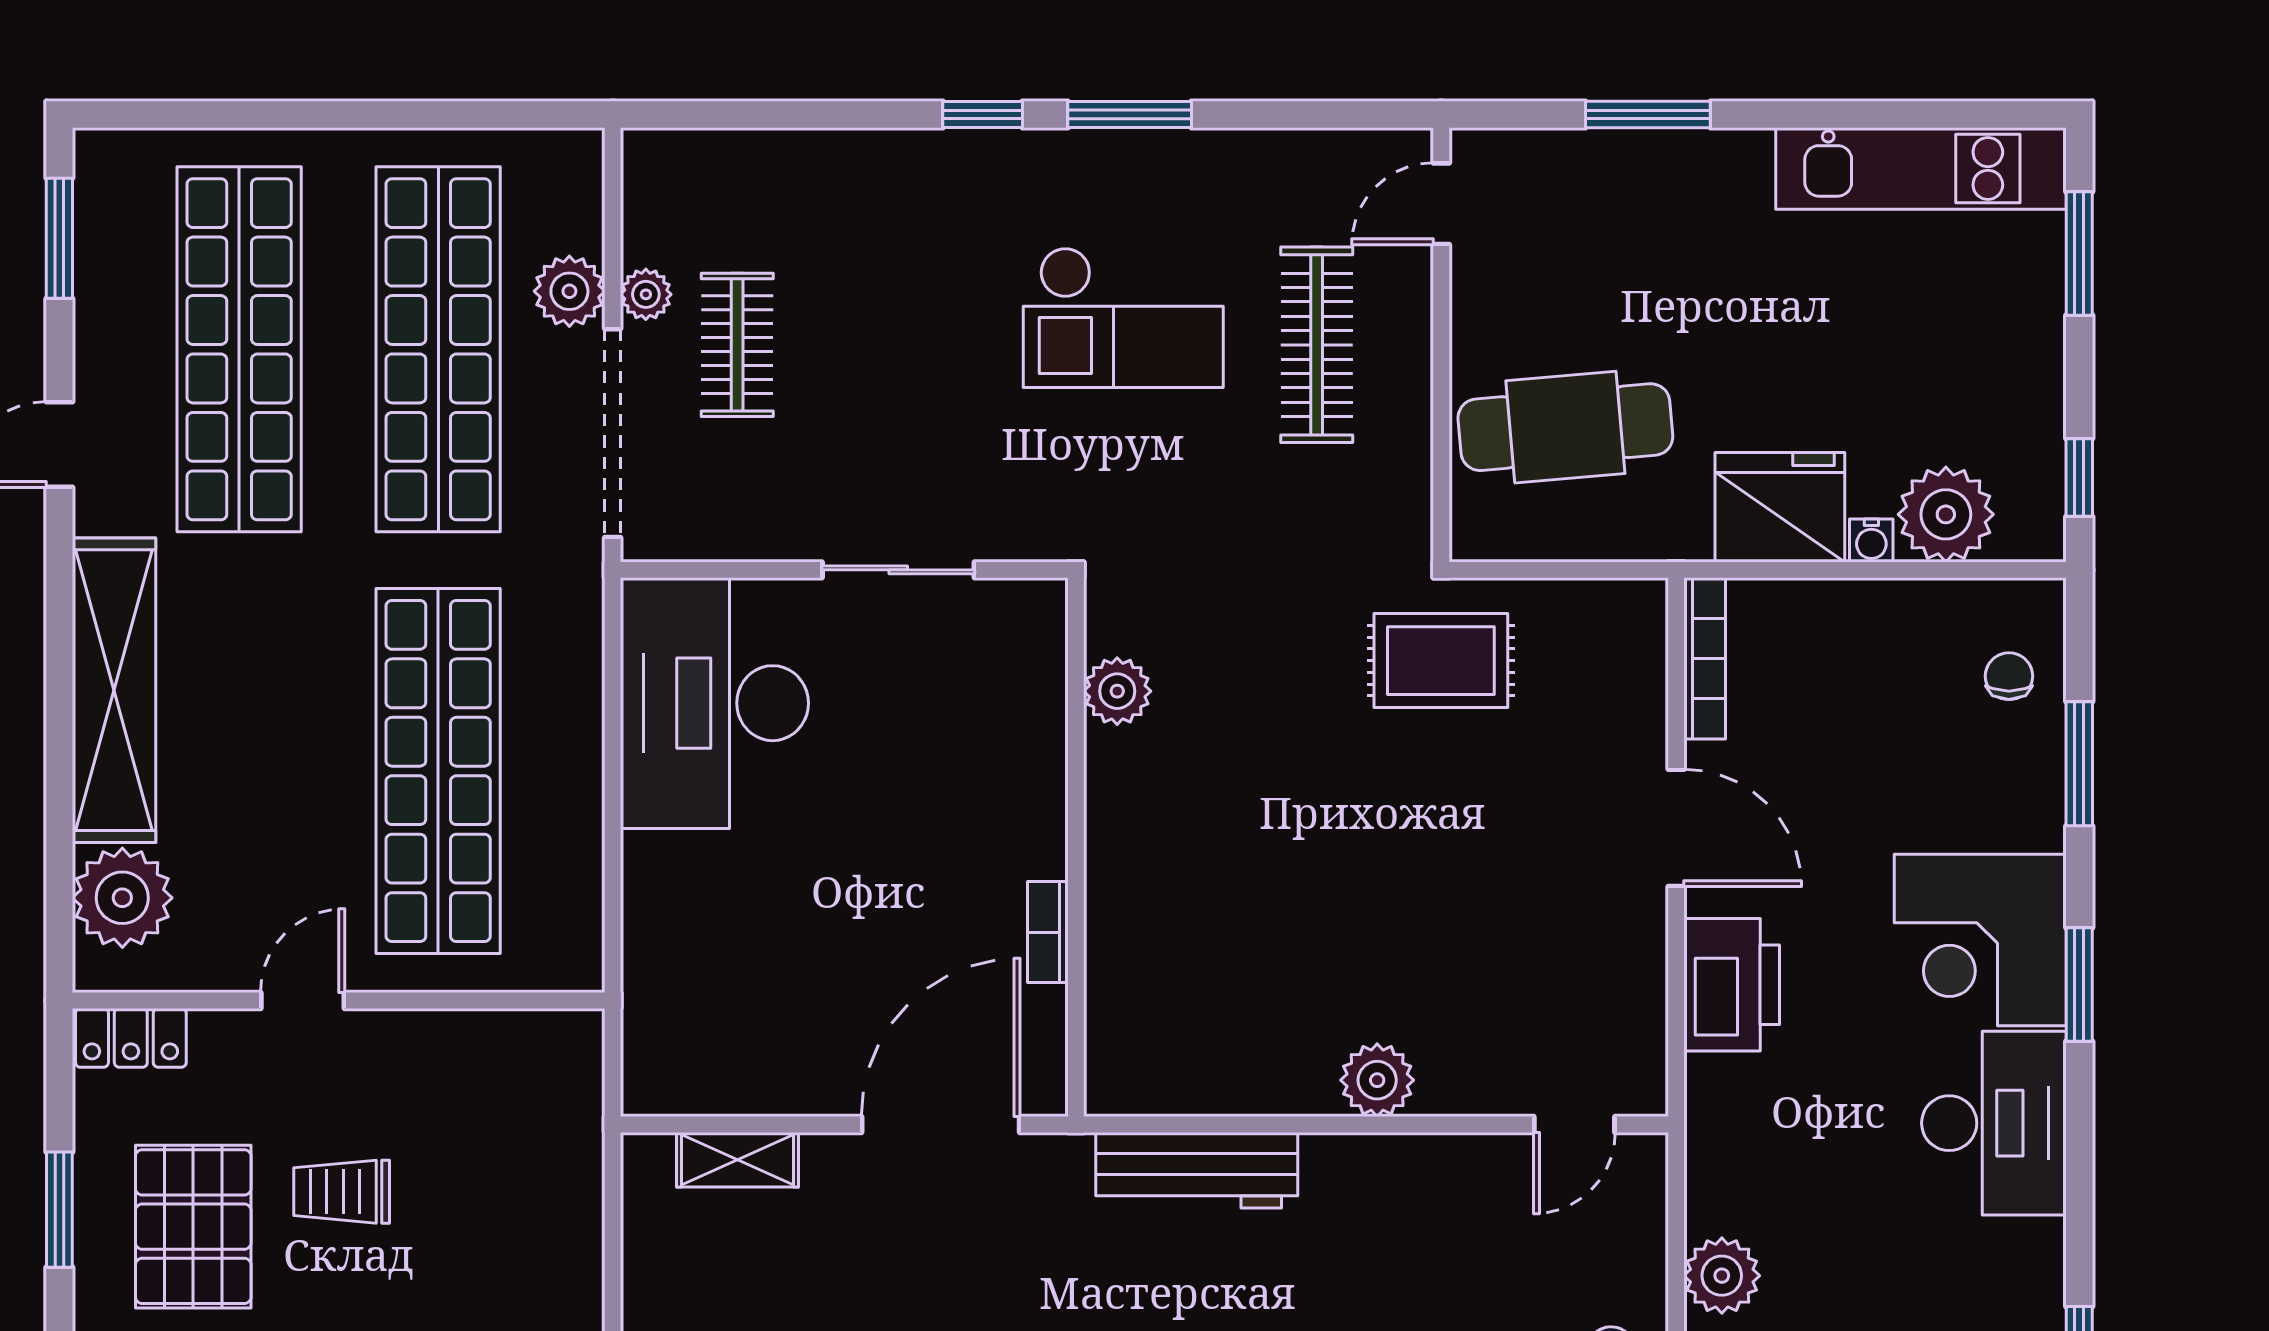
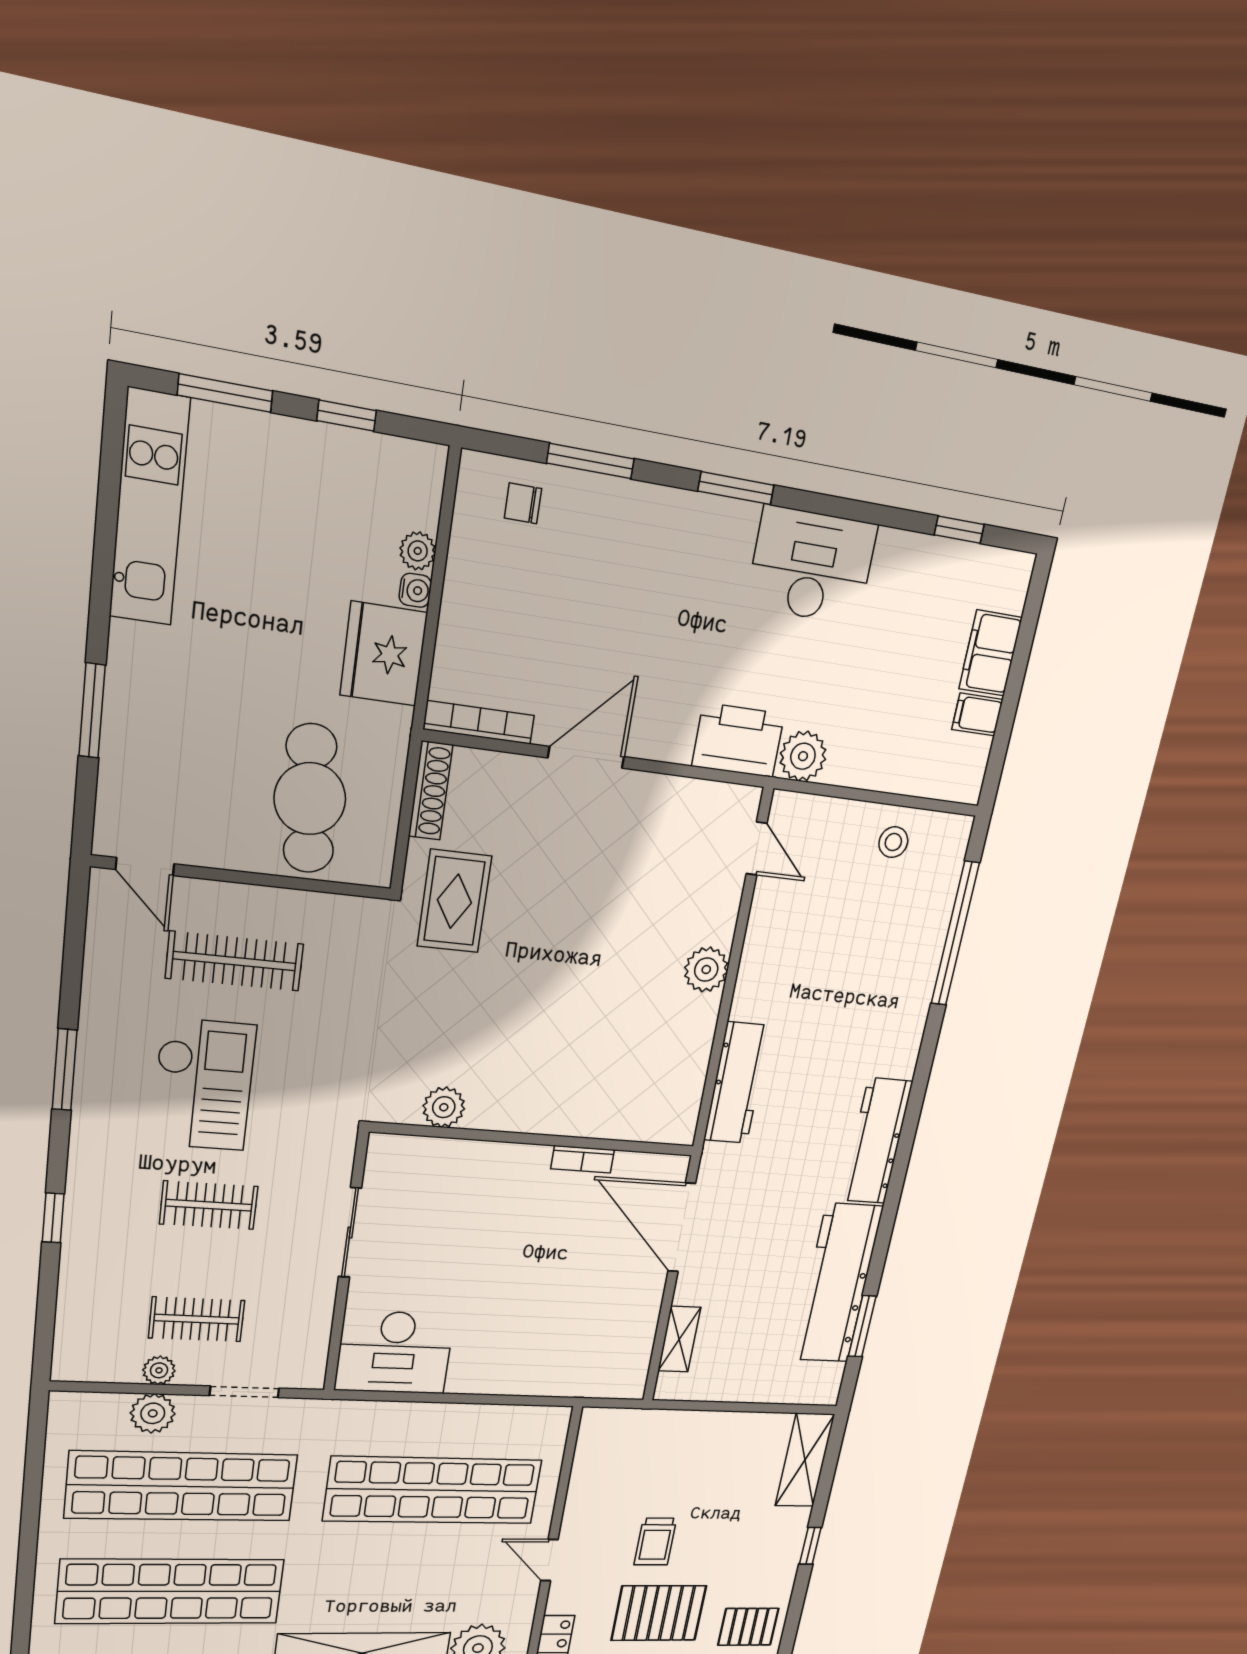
window: (983, 114) -> (53, 1218), moved
clothes rail: (930, 345) -> (209, 1205), added
doorway: (613, 433) -> (244, 1392), width x0.53
window: (2079, 478) -> (347, 416), moved
plant: (1946, 514) -> (418, 551), width x0.53, depth x0.53
shoe rack: (1599, 601) -> (431, 791), added
desk: (714, 703) -> (394, 1352), width x0.73, depth x0.77
corner desk: (1980, 940) -> (694, 555), removed
printer: (1732, 985) -> (738, 740), moved
plant: (1722, 1276) -> (803, 756), moved

